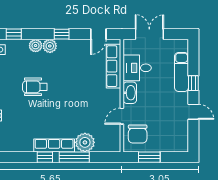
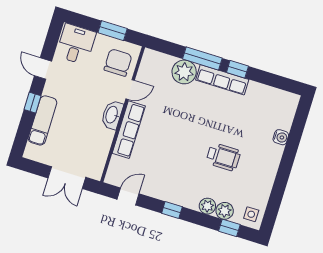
plant: (50, 46) -> (225, 211), moved
row of seats: (114, 66) -> (129, 130), moved
desk: (137, 68) -> (76, 44), moved, turned -90

